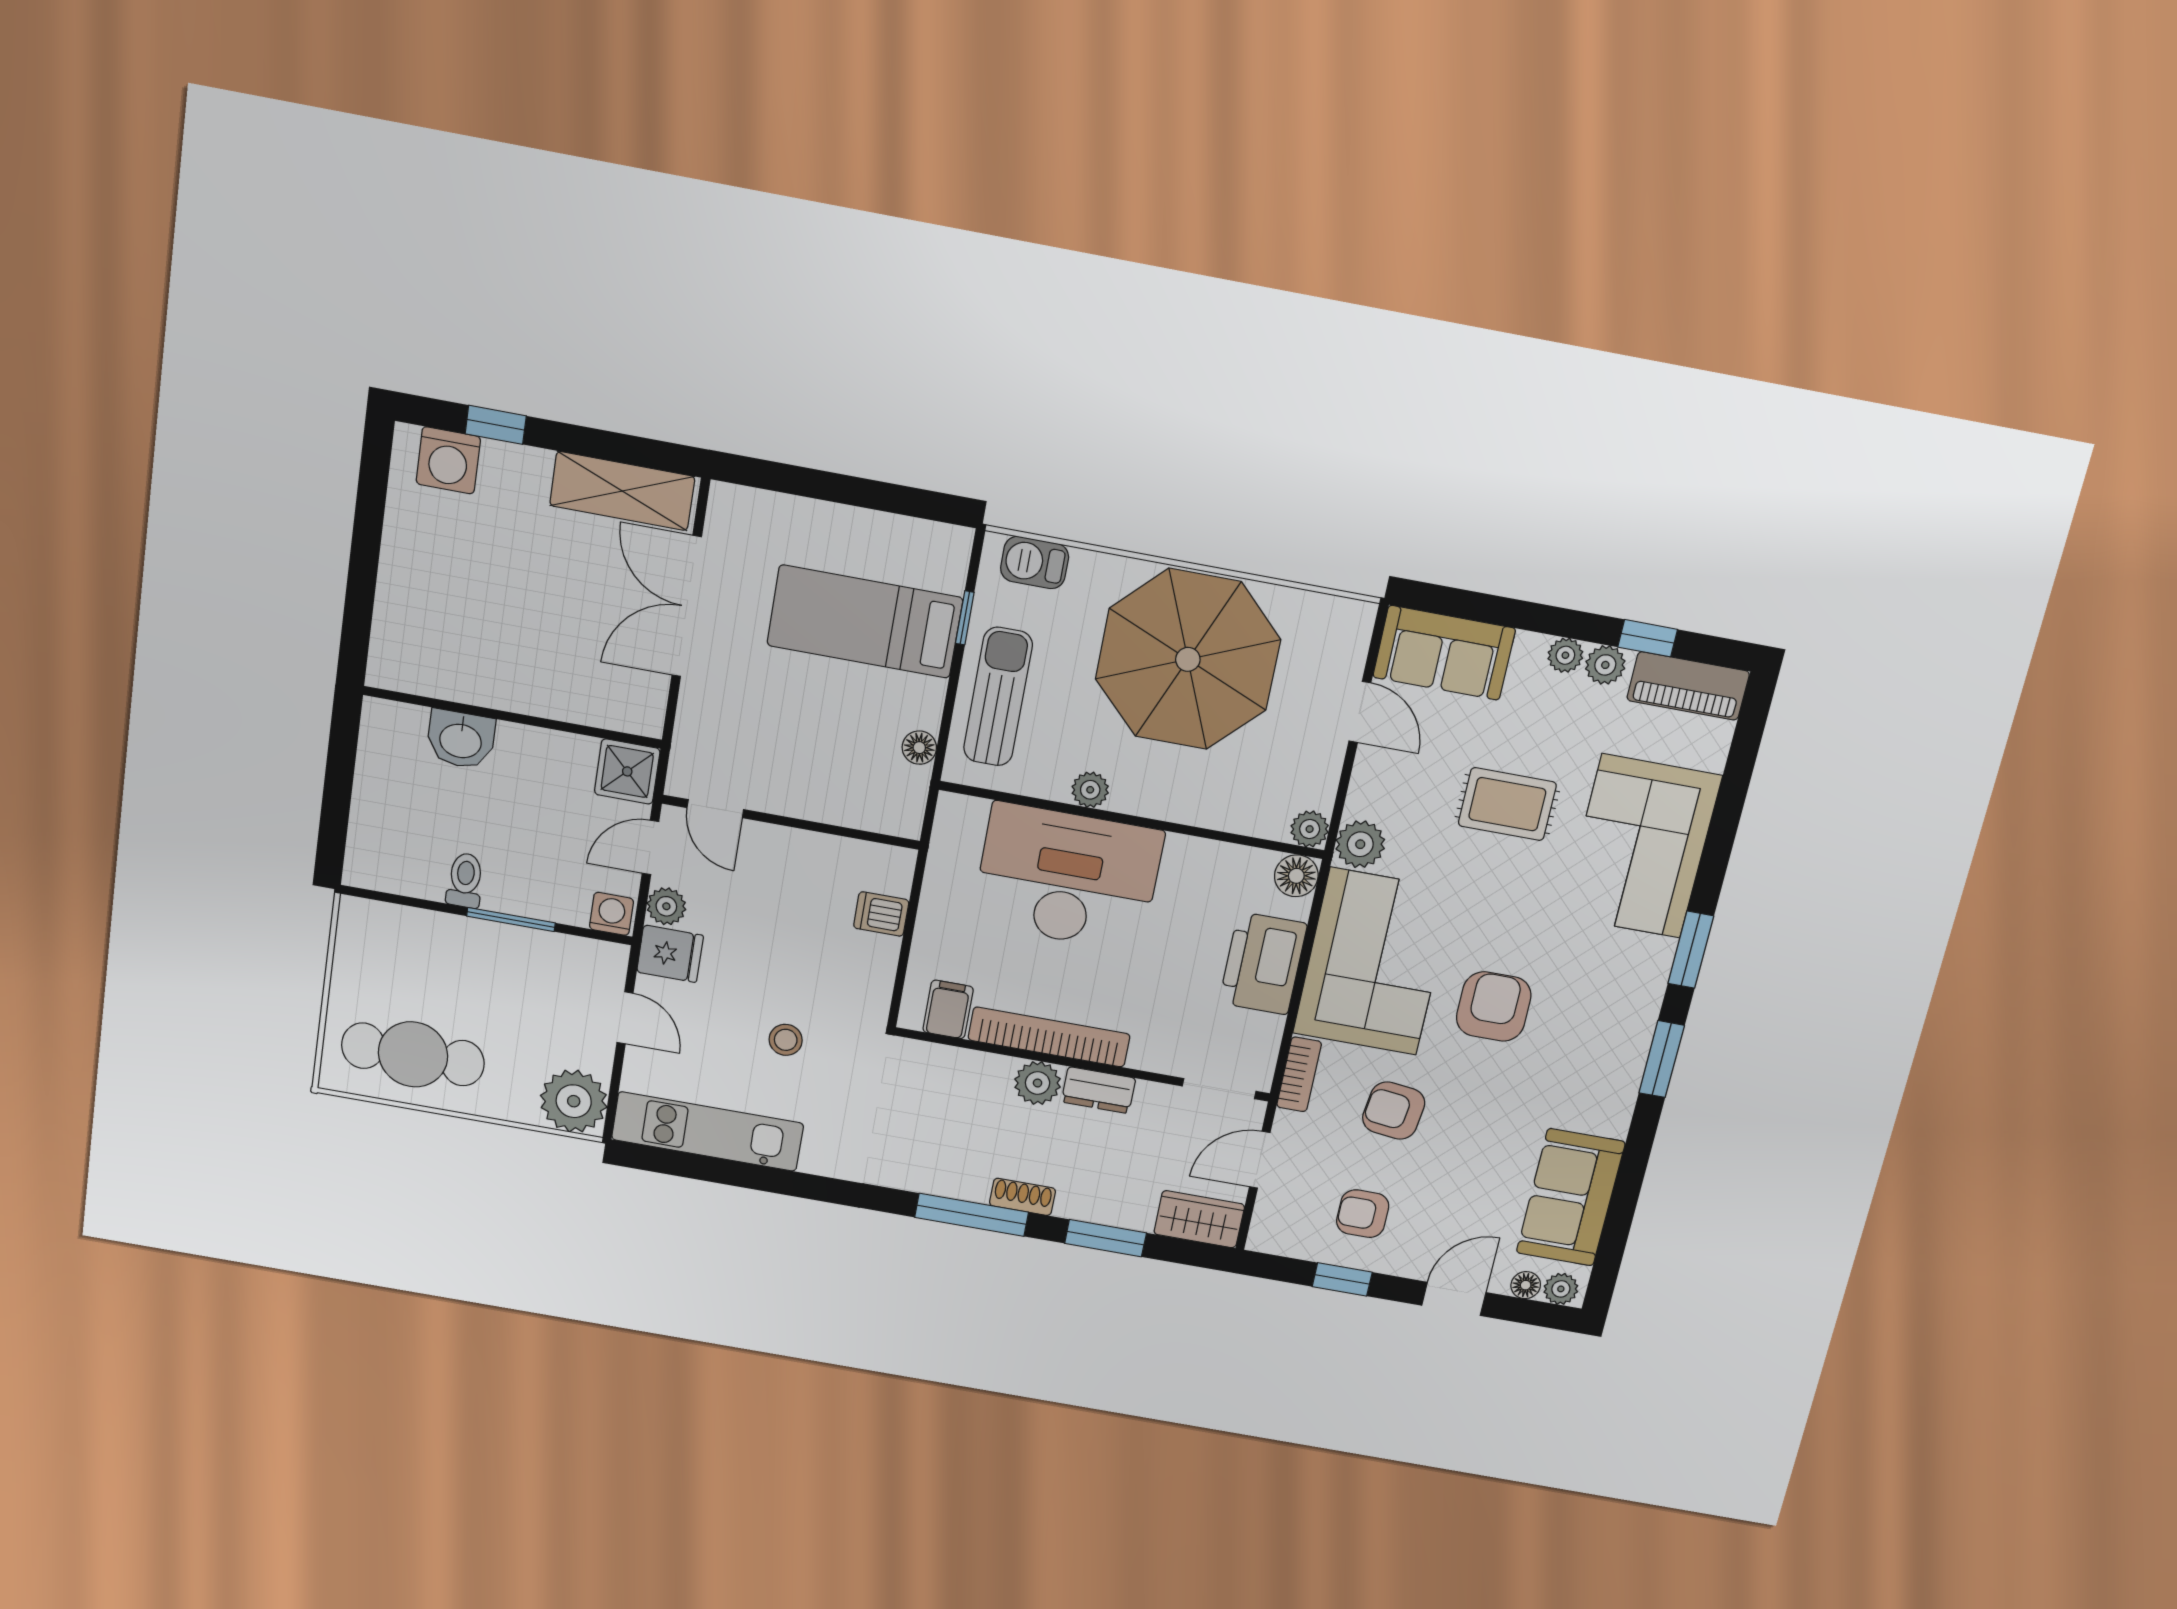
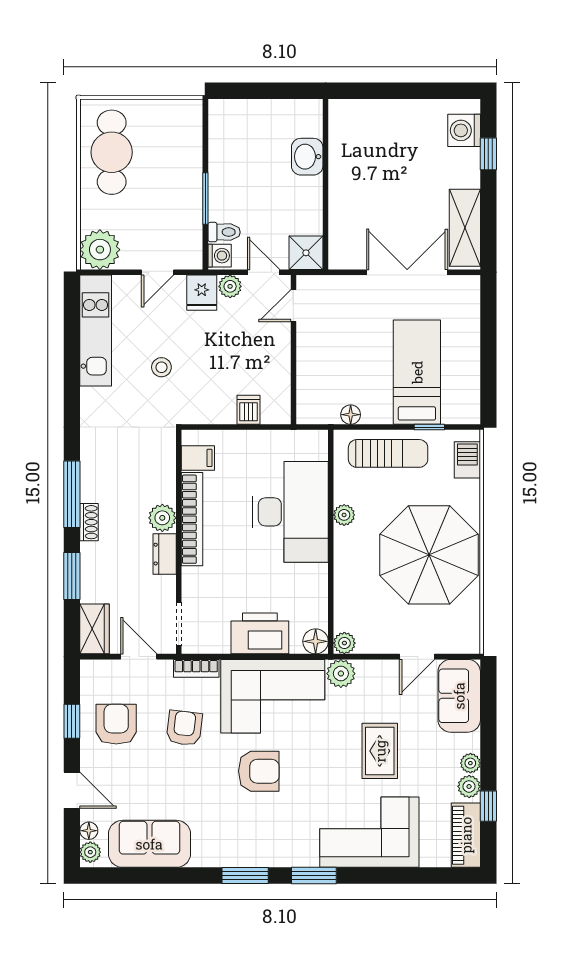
toilet: (465, 880) -> (224, 232), moved
armchair: (1363, 1214) -> (116, 724), width x1.38, depth x1.38

